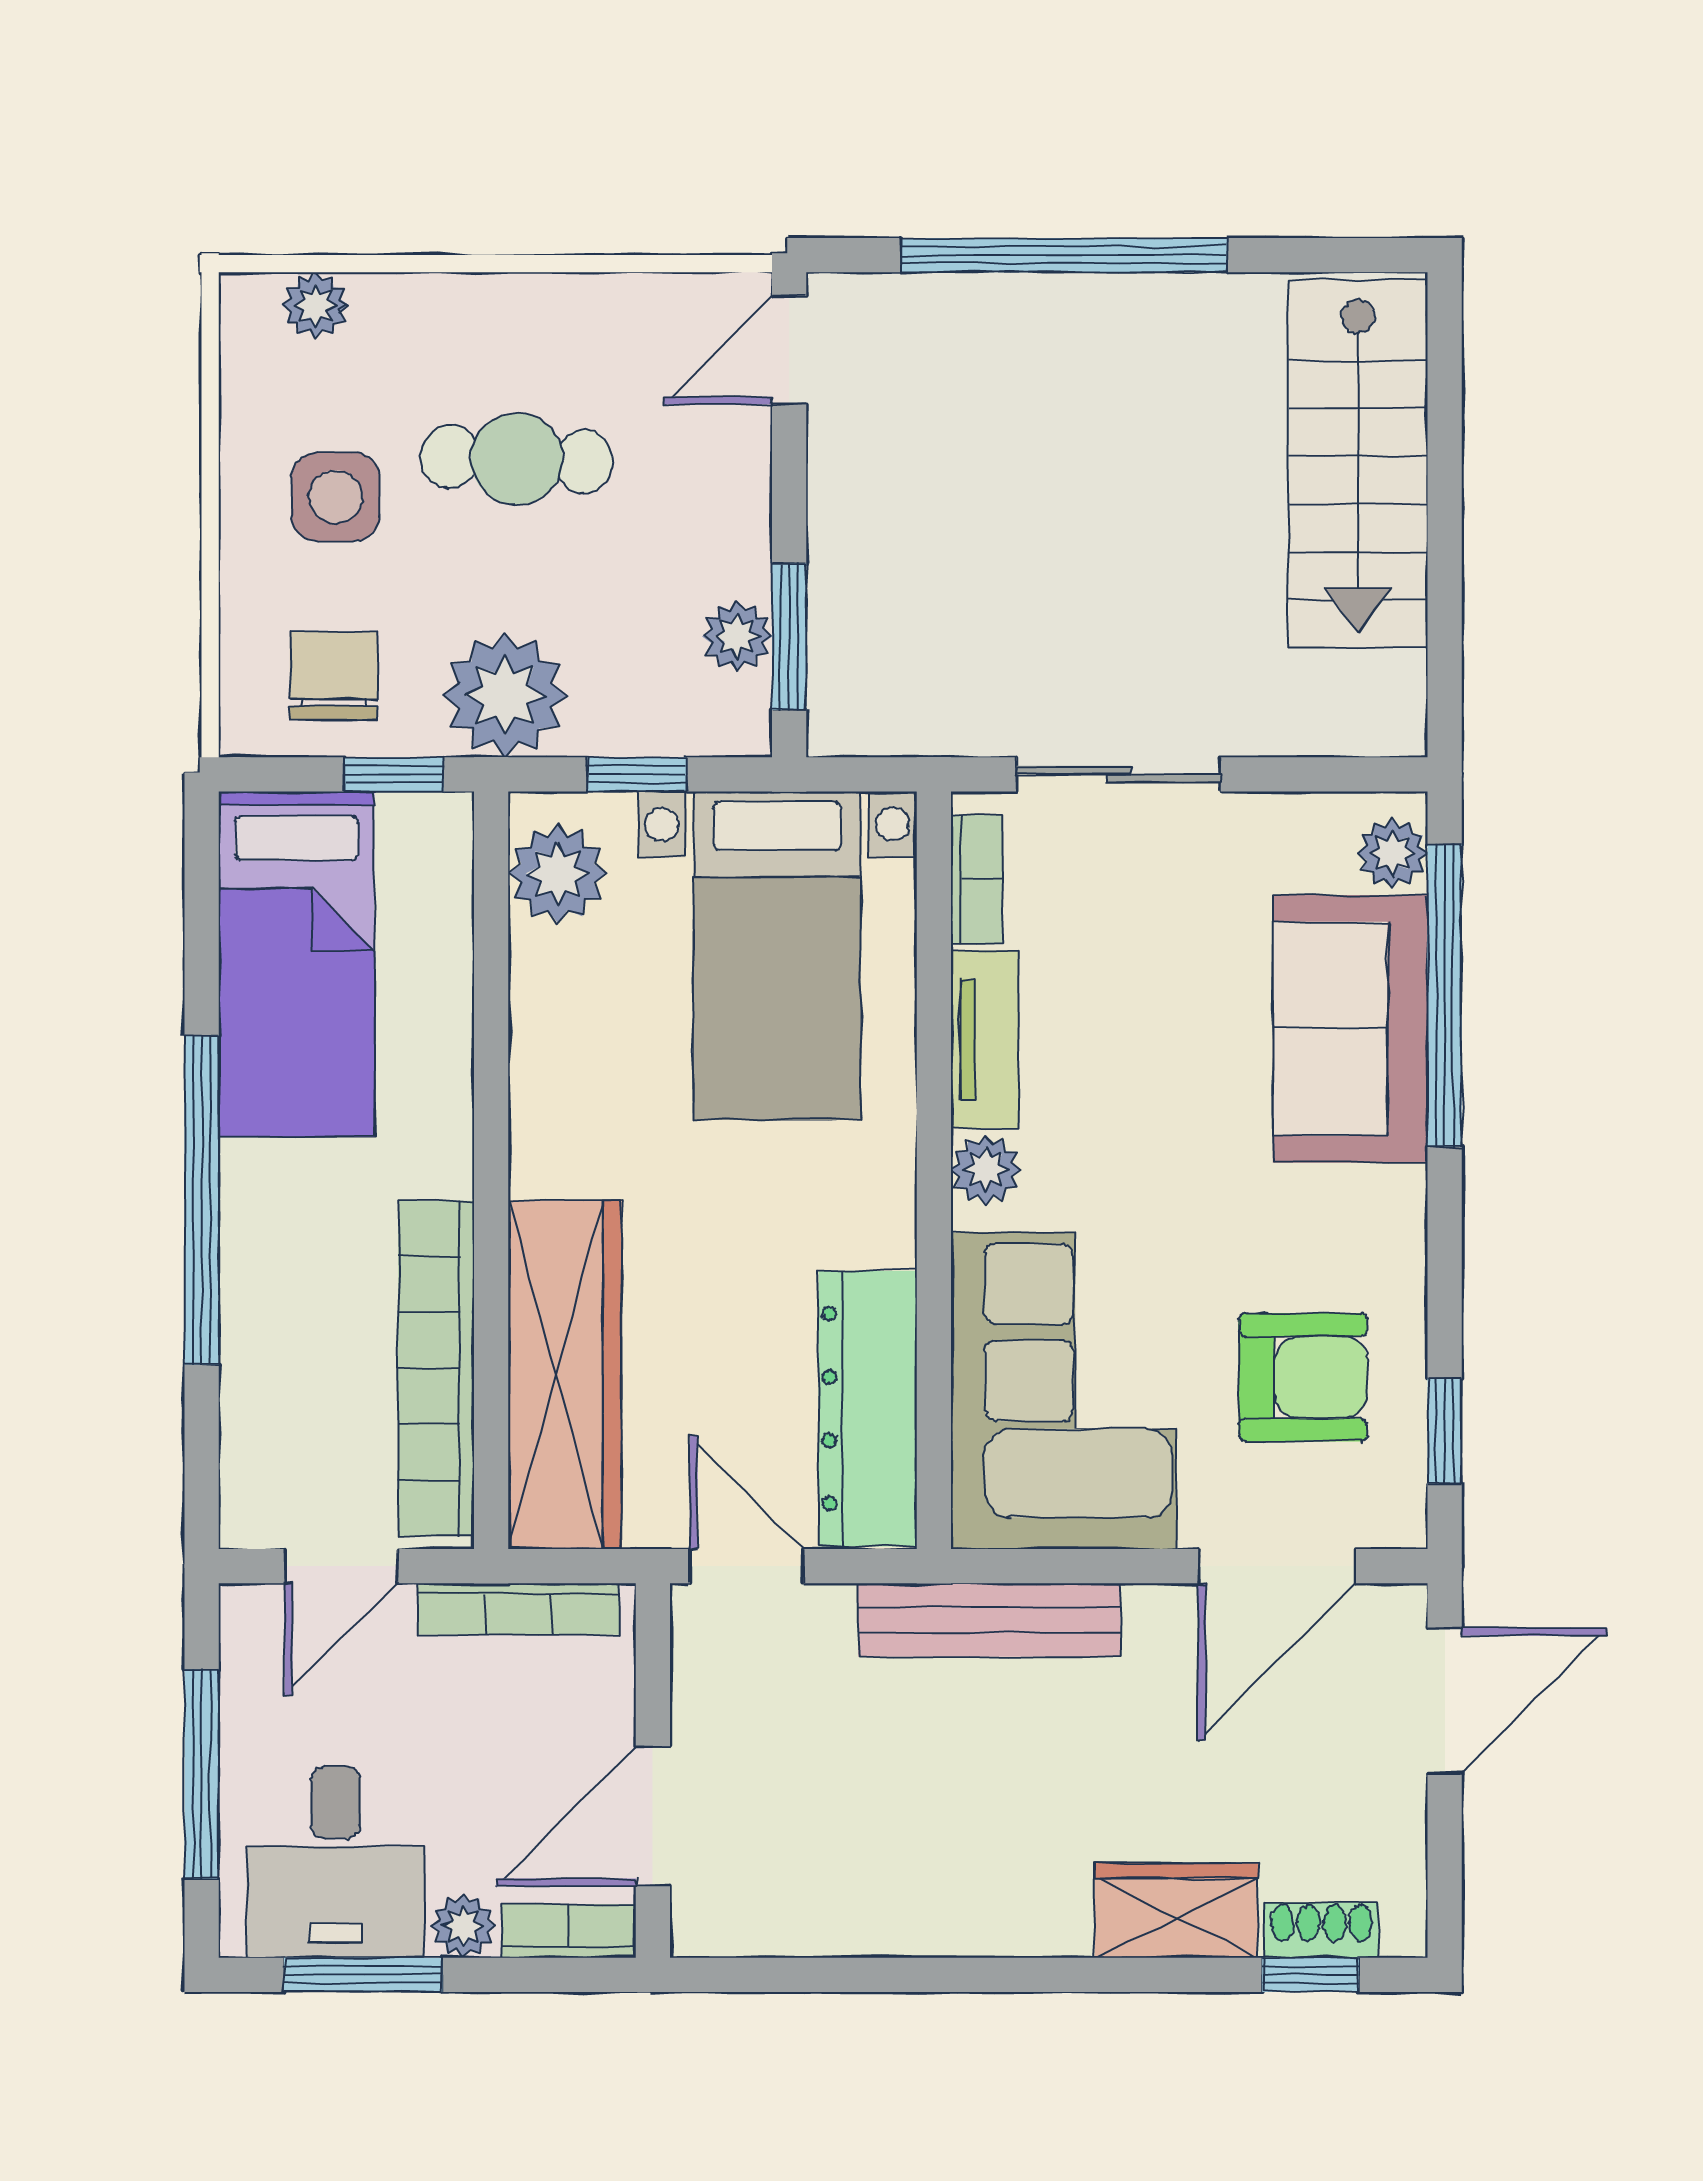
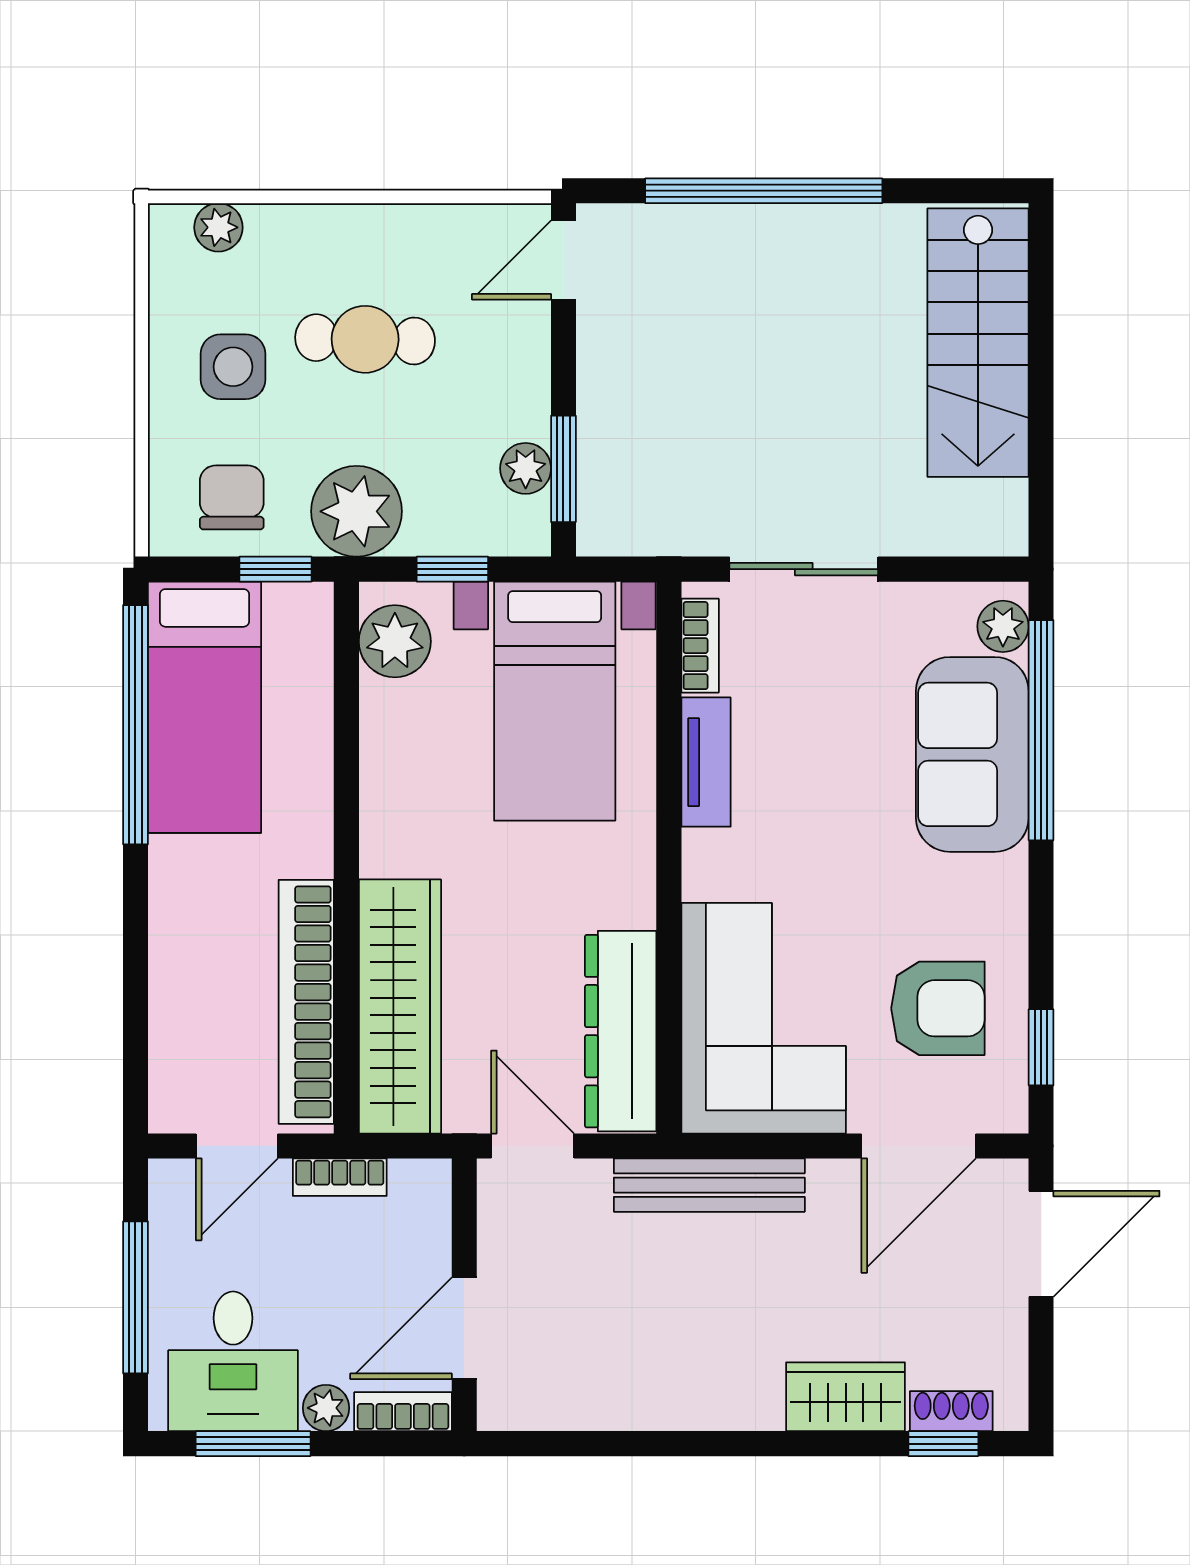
plant: (986, 1170) -> (707, 857), removed
window: (202, 1200) -> (135, 725), moved
bookcase: (518, 1609) -> (340, 1177), width x0.64

